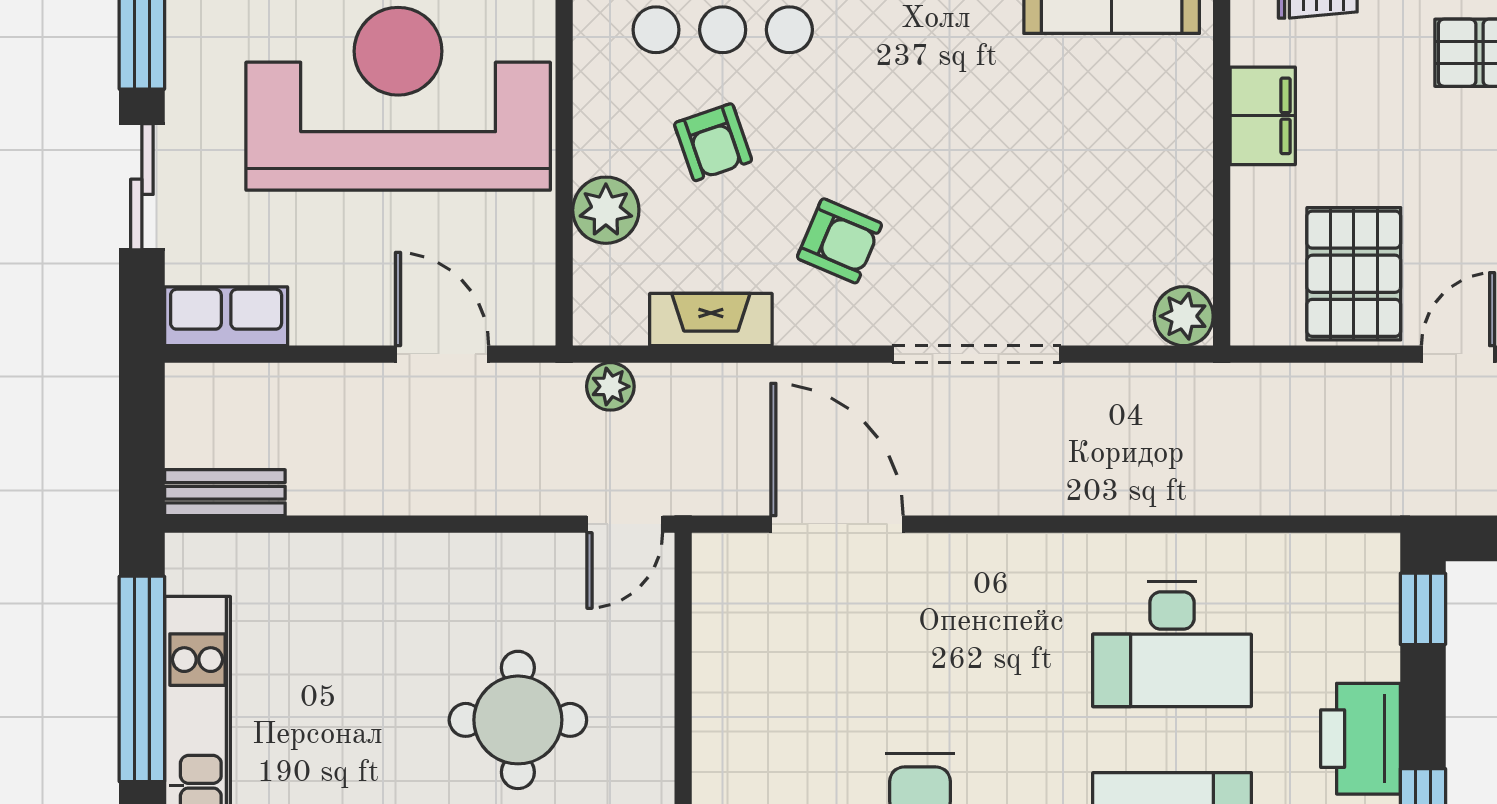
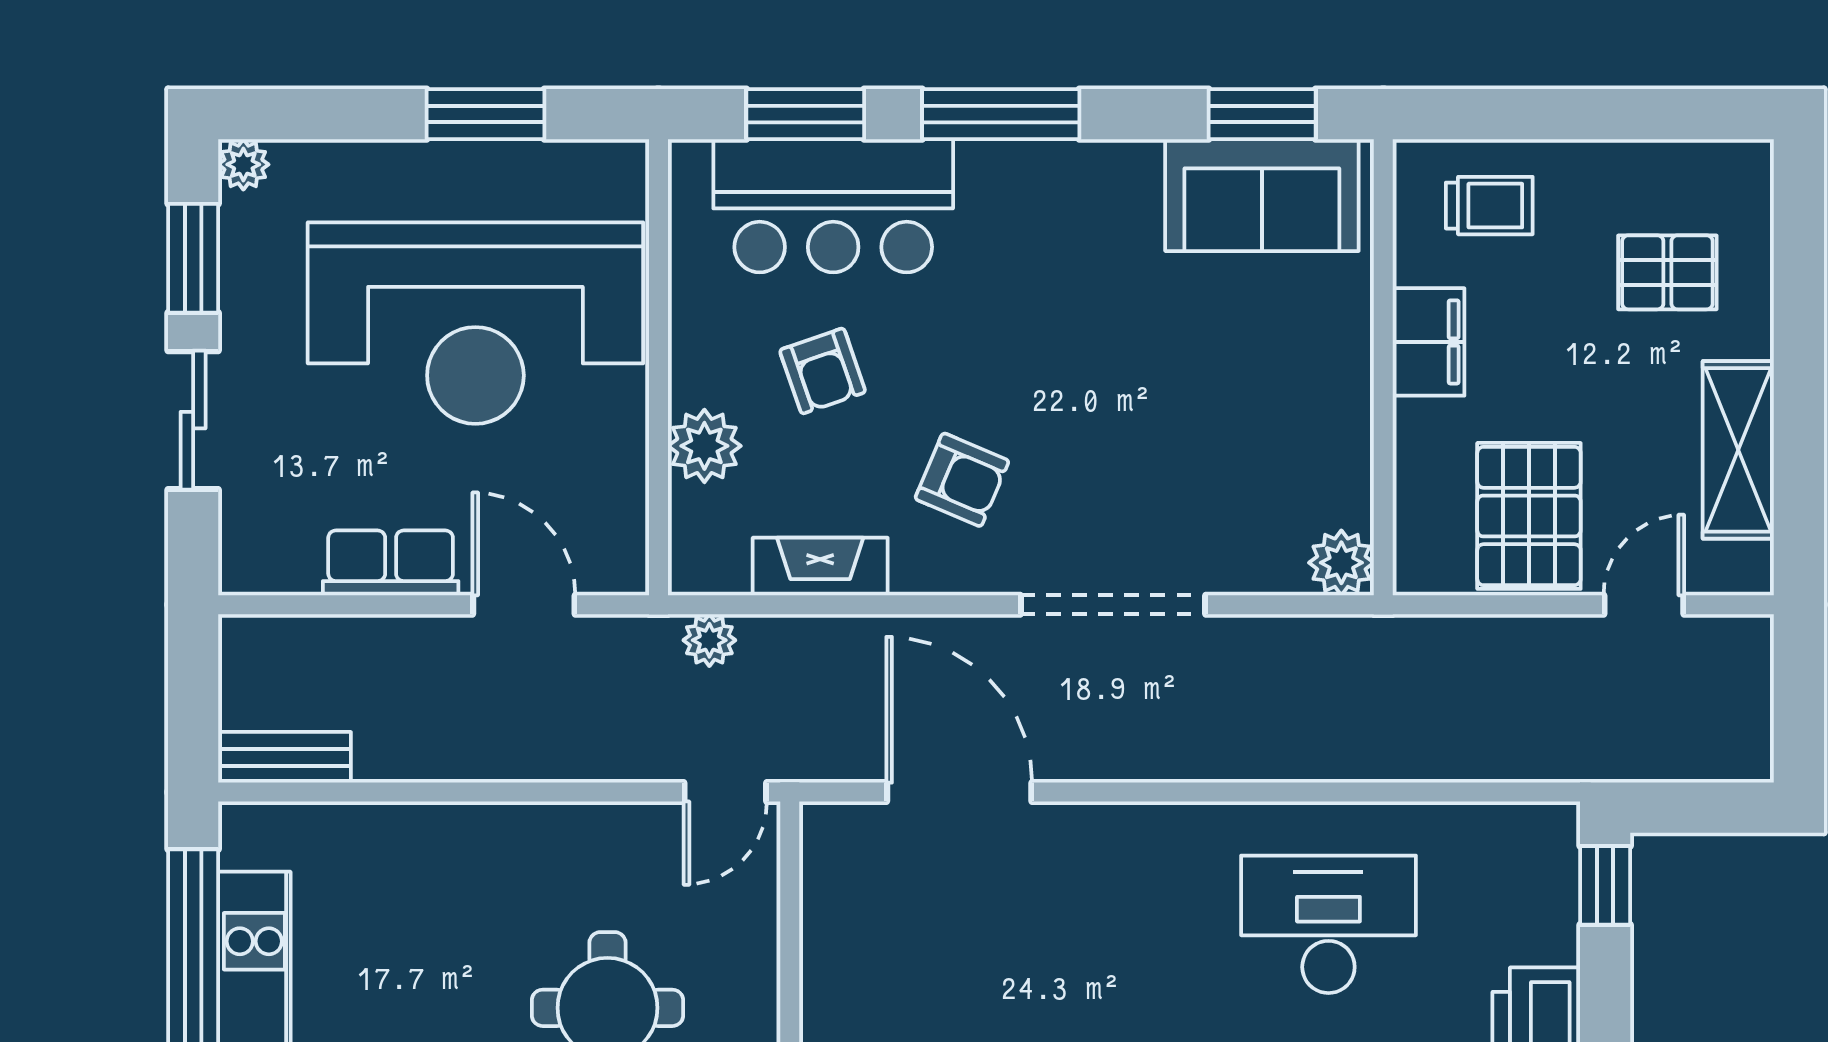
reception desk: (398, 99) -> (475, 323), turned 180
row of seats: (226, 316) -> (391, 563), moved
desk: (1172, 644) -> (1328, 924), turned 180

